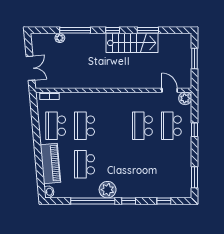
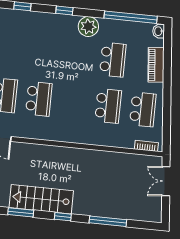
plant: (60, 38) -> (127, 214), removed
piano: (50, 163) -> (156, 65), width x0.73, depth x0.75
window: (93, 201) -> (131, 17), moved

